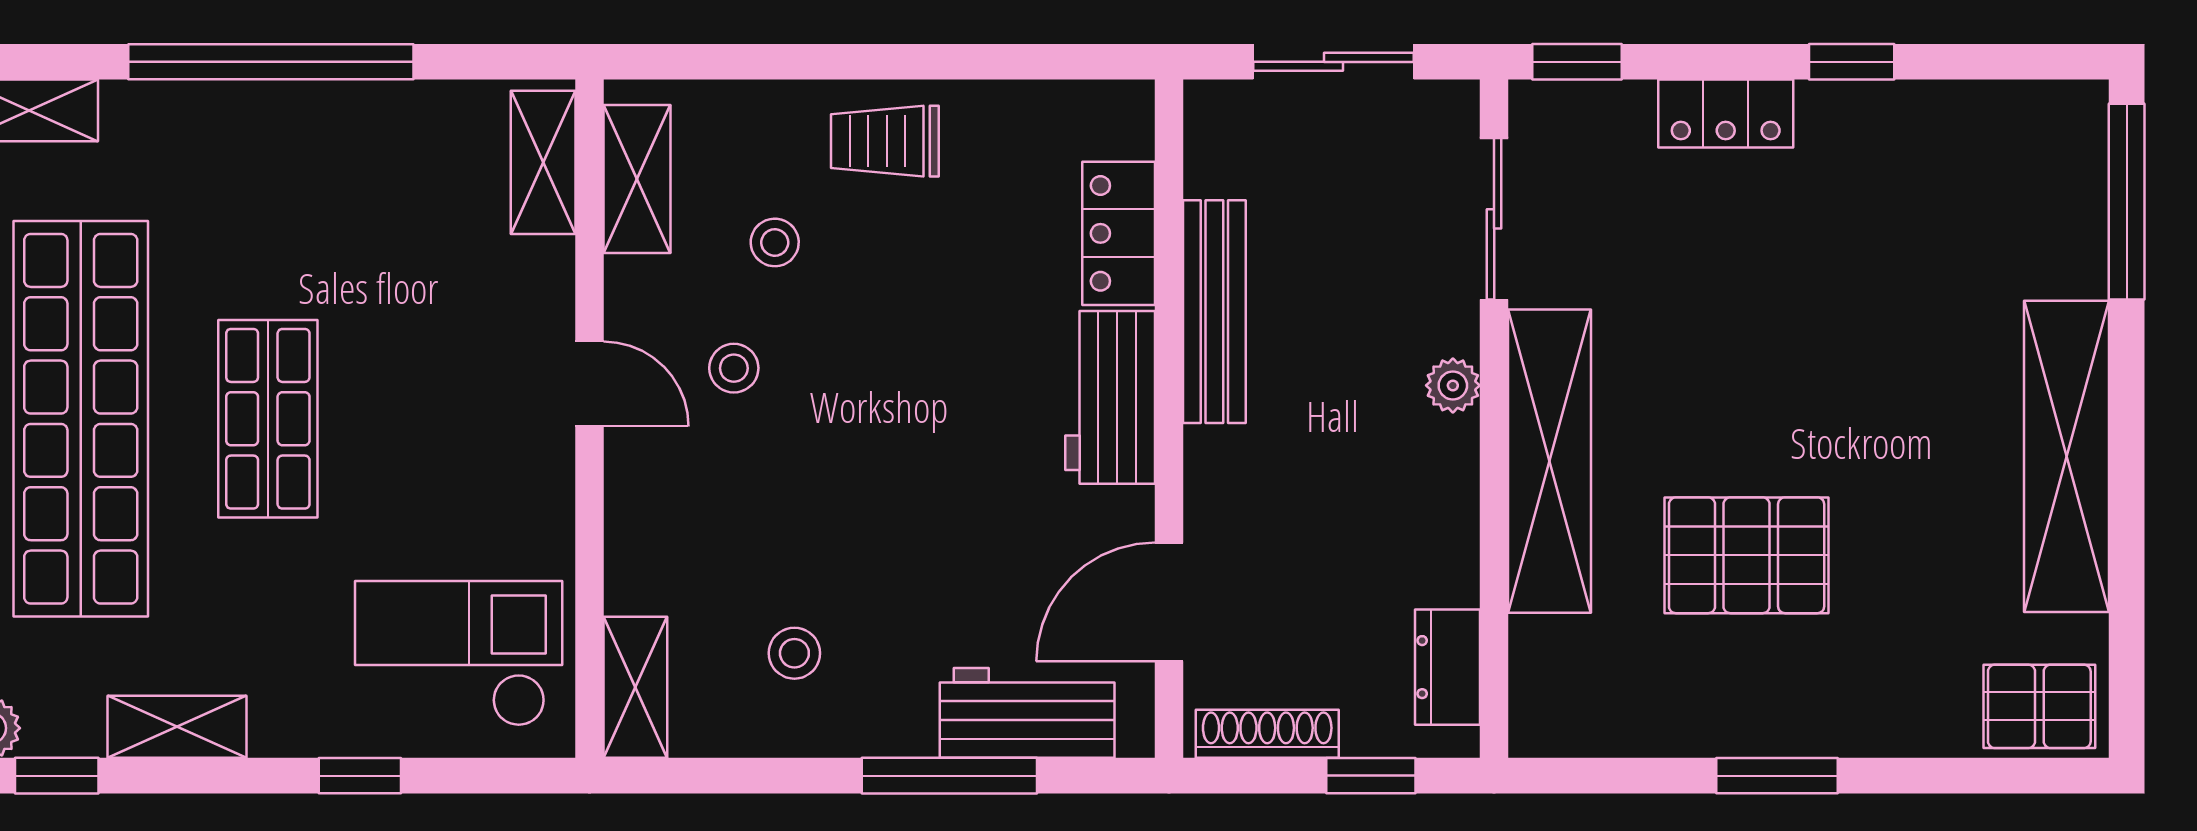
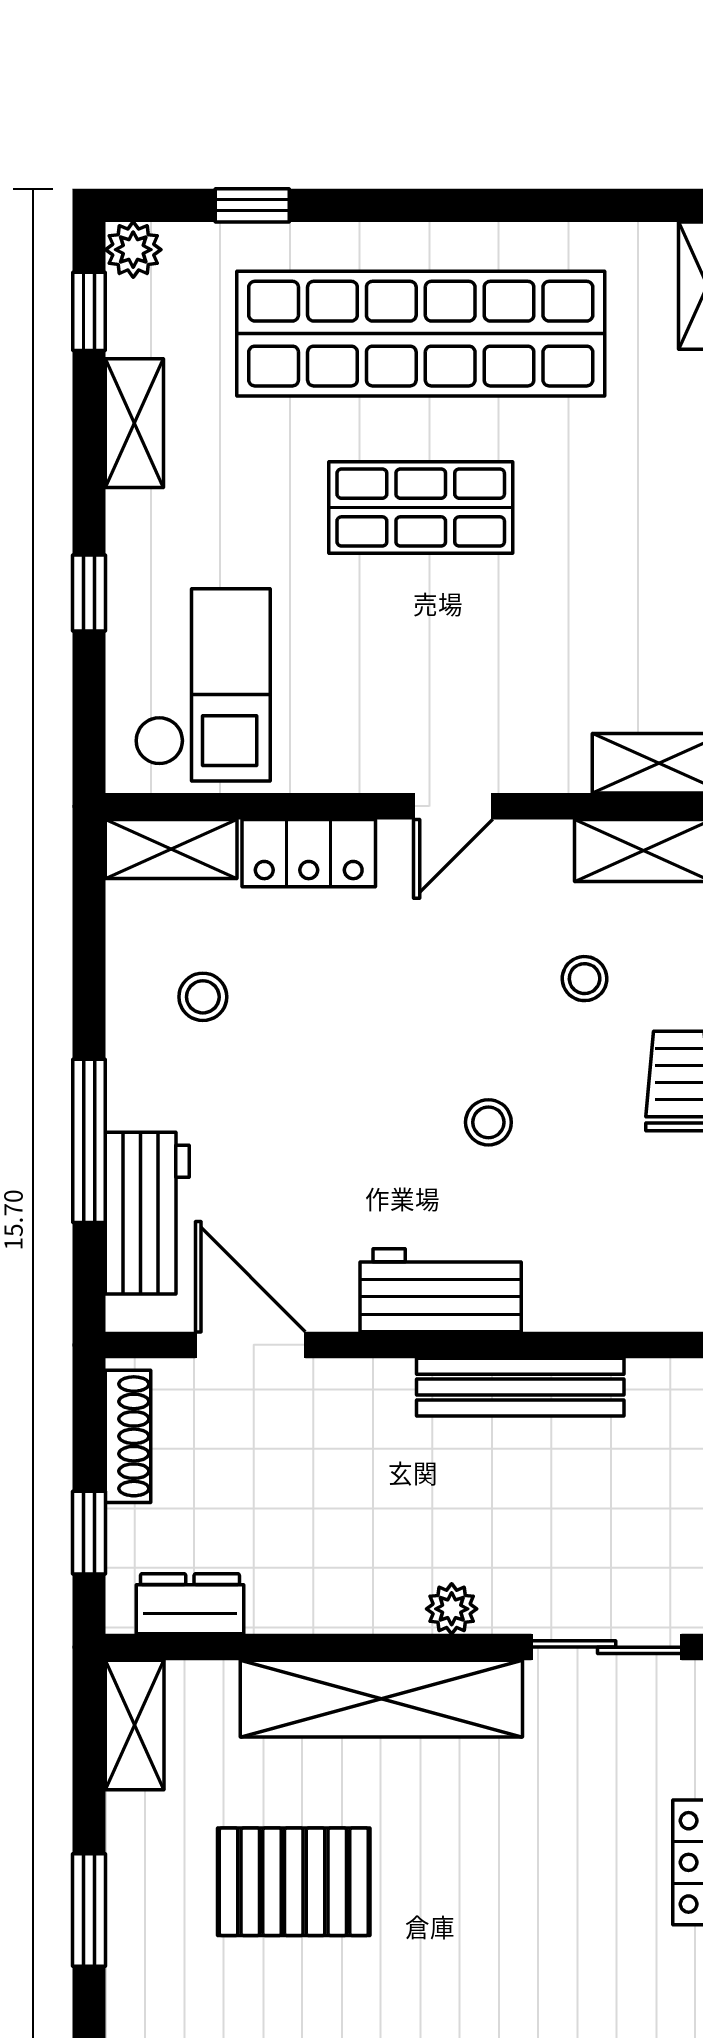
locker: (1119, 233) -> (309, 853), moved, turned 180
stool: (734, 368) -> (488, 1122), moved
pallet: (1747, 555) -> (294, 1882), turned 90
shelving: (1578, 727) -> (135, 1725), added

